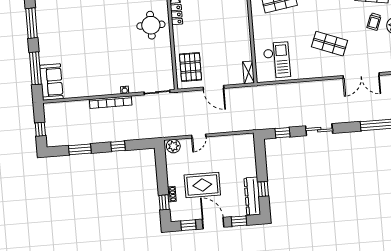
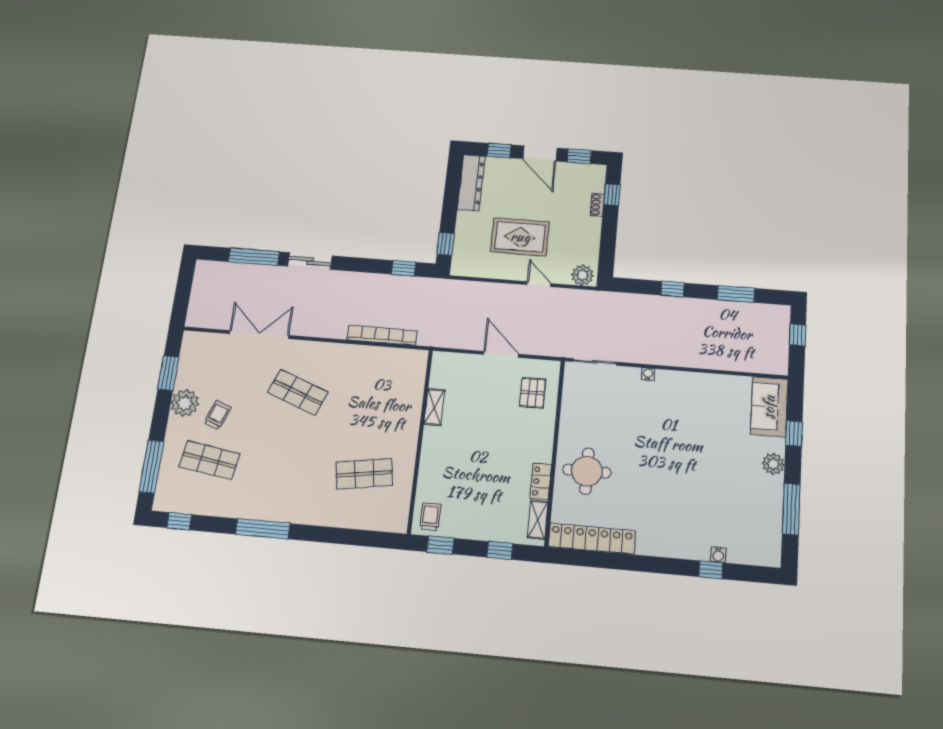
plant: (45, 48) -> (773, 464), added
checkout: (277, 60) -> (389, 381), removed
pallet: (190, 67) -> (532, 393), width x0.67, depth x0.71
window: (35, 68) -> (794, 433), width x0.46
shelving: (248, 72) -> (434, 407), moved
bookcase: (111, 102) -> (382, 335), moved
sliding door: (319, 130) -> (310, 261), moved
door: (199, 136) -> (539, 284), hinge flipped
rug: (202, 185) -> (520, 237), moved
window: (263, 189) -> (446, 244), moved

